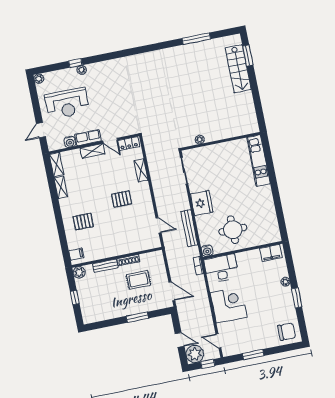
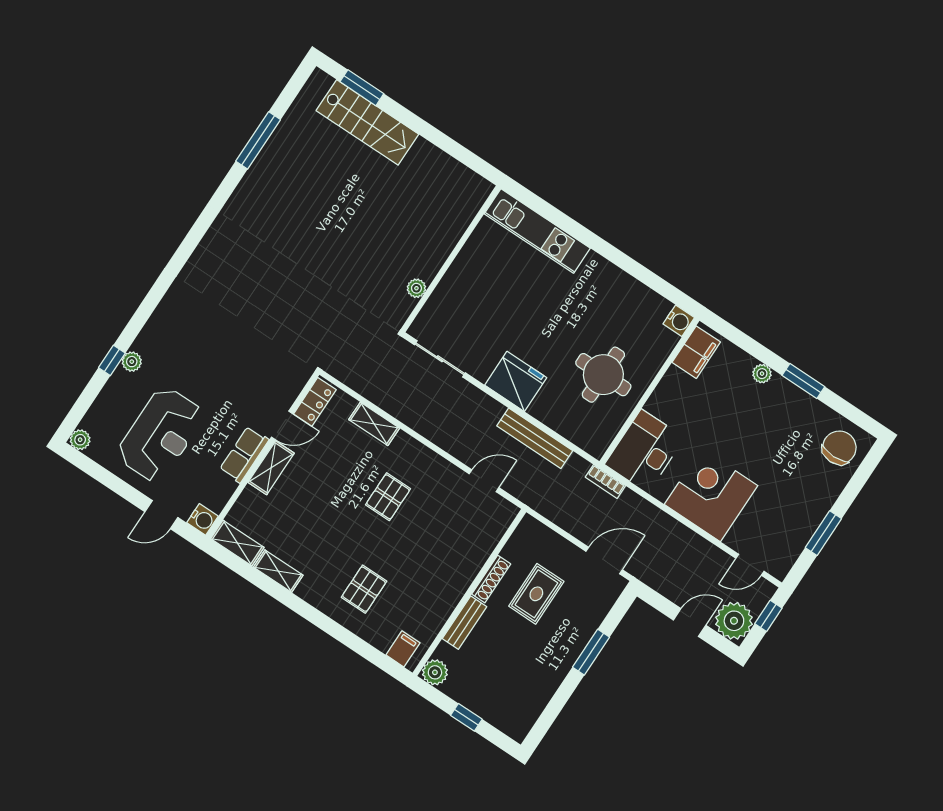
door: (41, 130) -> (161, 515), hinge flipped
water cooler: (70, 142) -> (203, 519), moved
water cooler: (207, 251) -> (679, 321), moved

